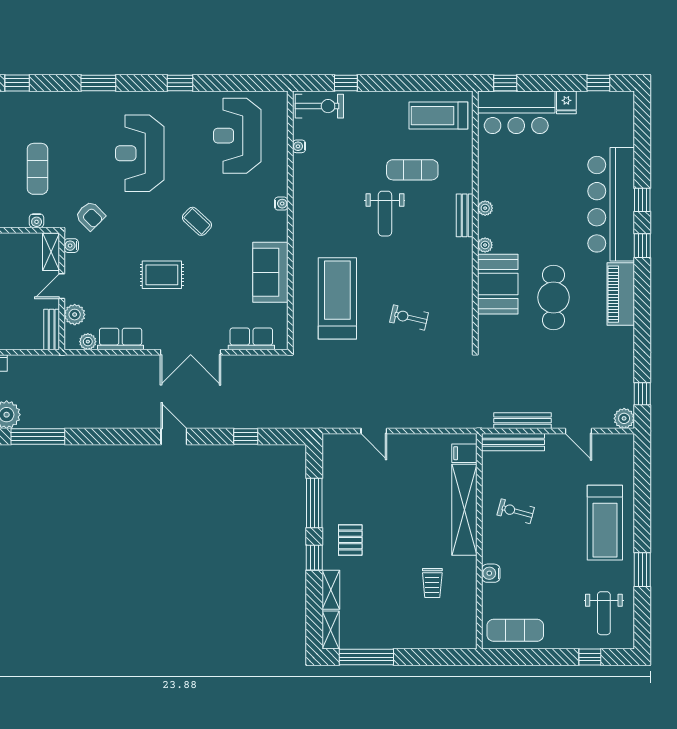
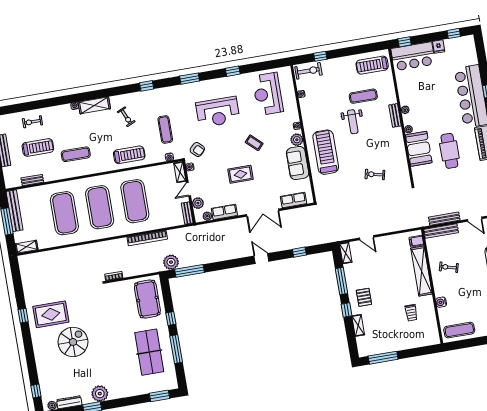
reception desk: (140, 153) -> (218, 112), turned -90
plant: (276, 229) -> (297, 140), added
treadmill: (337, 298) -> (326, 152), moved
shelving: (331, 630) -> (346, 253), moved

